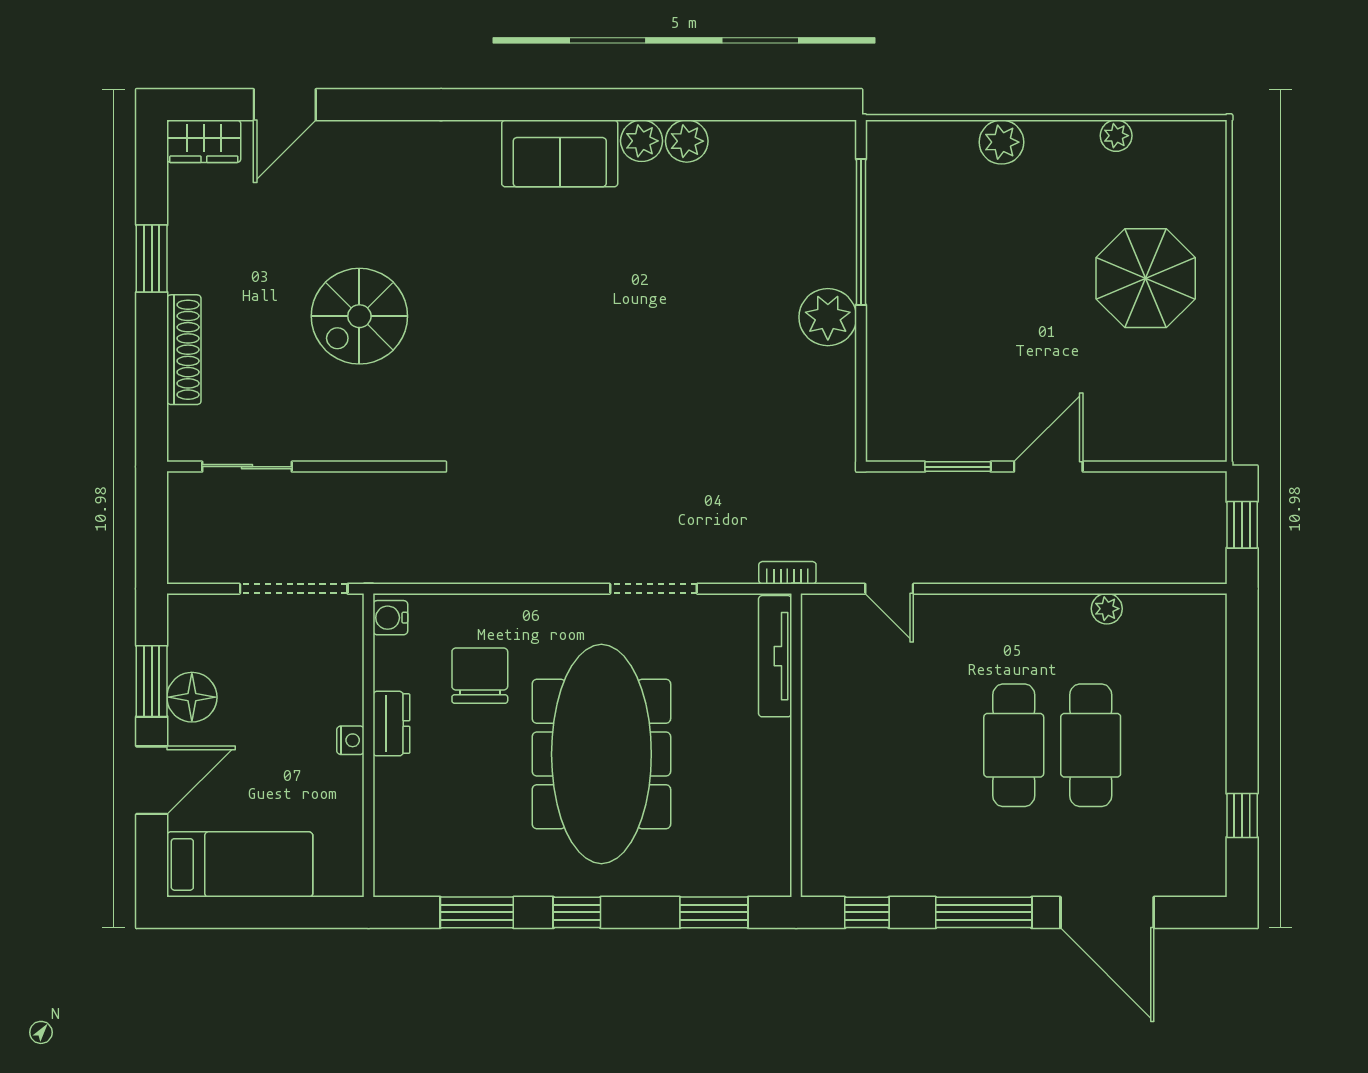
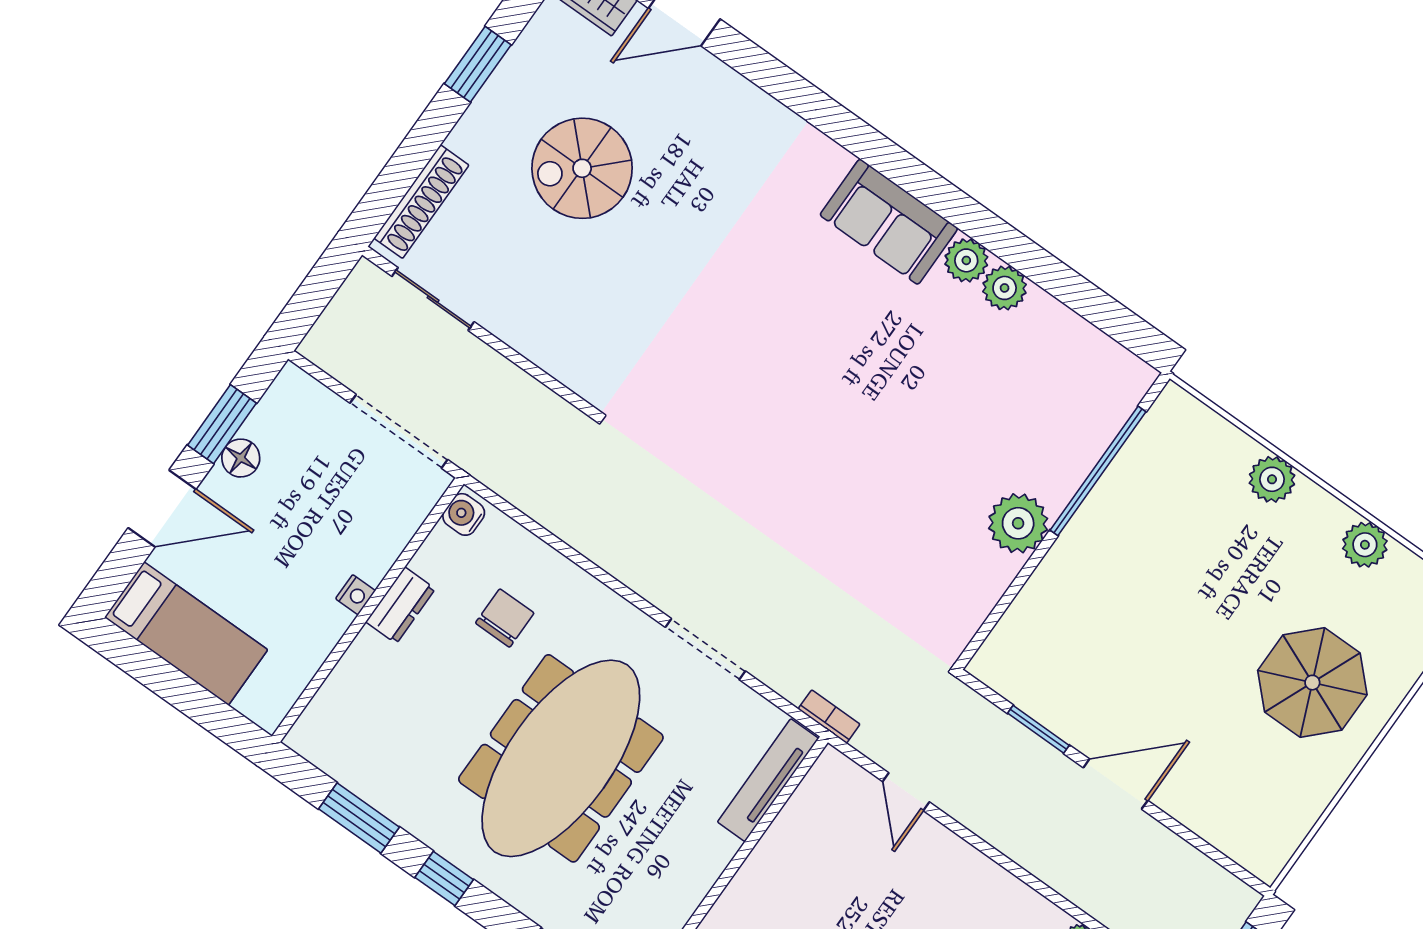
plant: (1116, 136) -> (1365, 545), width x1.38, depth x1.38
spiral stairs: (359, 316) -> (582, 168), moved
shoe rack: (184, 350) -> (421, 202), moved
chair: (480, 676) -> (505, 618), width x0.73, depth x0.73
floor lamp: (192, 697) -> (241, 458), width x0.73, depth x0.73

